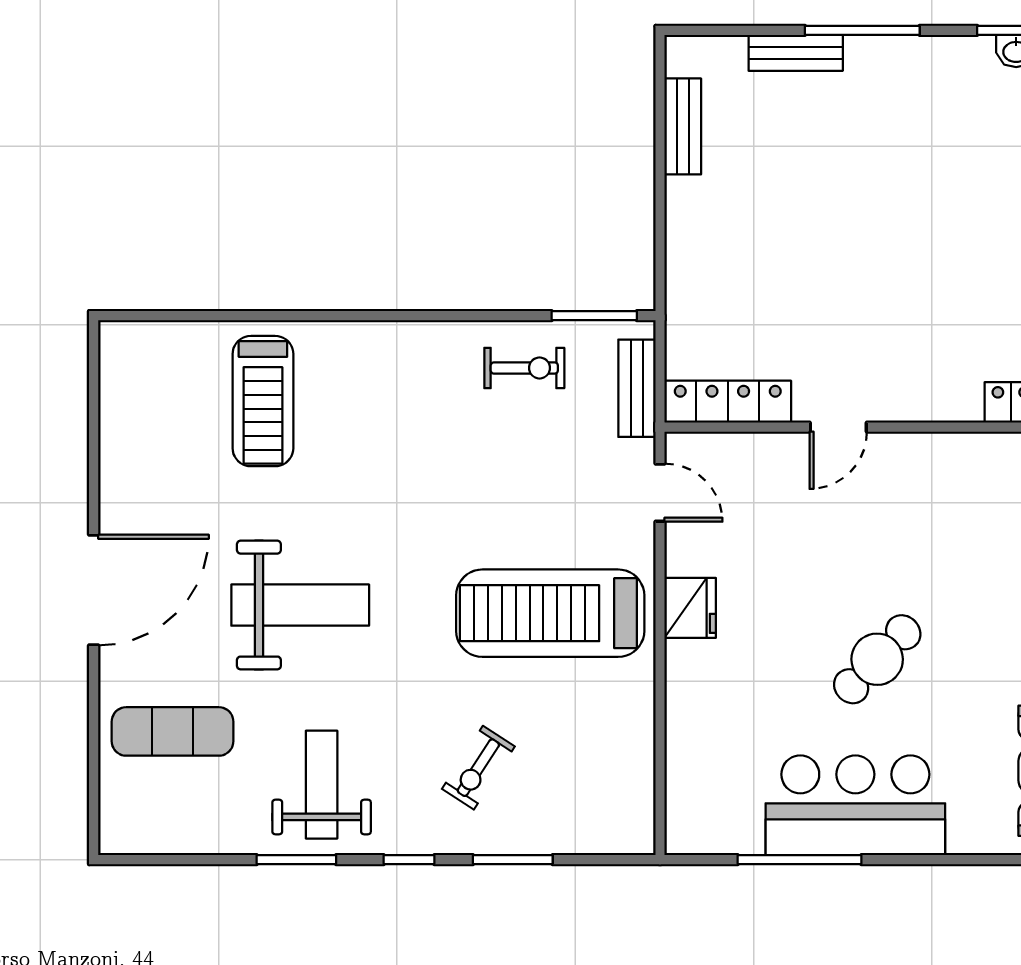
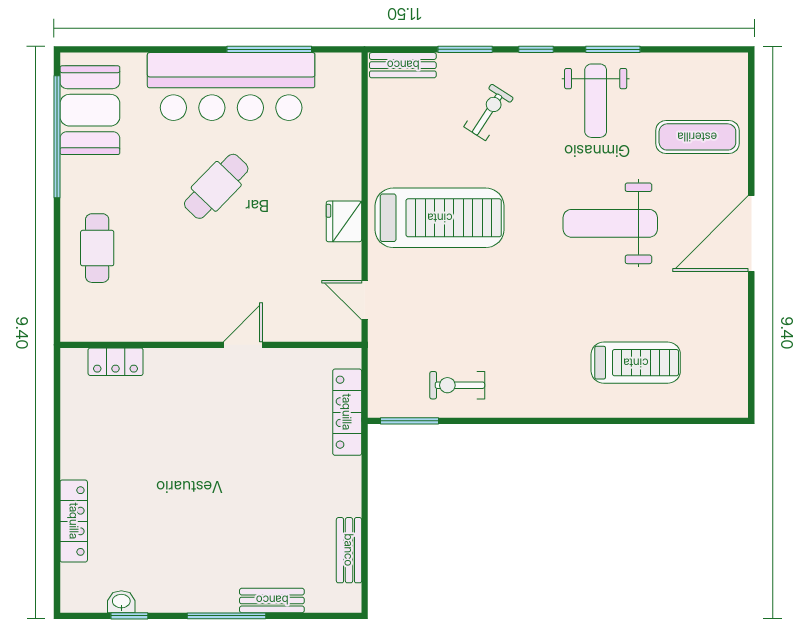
bench: (637, 388) -> (403, 65), moved, turned 90
treadmill: (263, 401) -> (636, 363), turned 90
locker: (728, 402) -> (347, 412), moved, turned 90
bar counter: (855, 805) -> (231, 87), width x1.36

